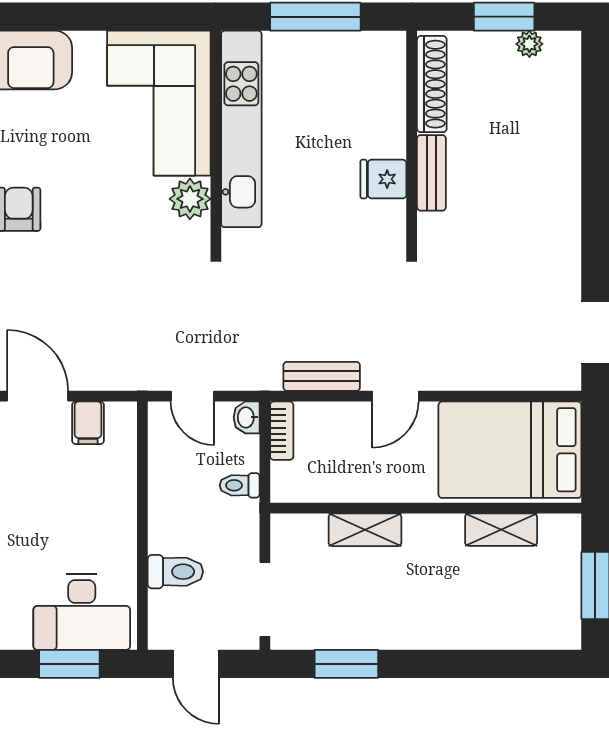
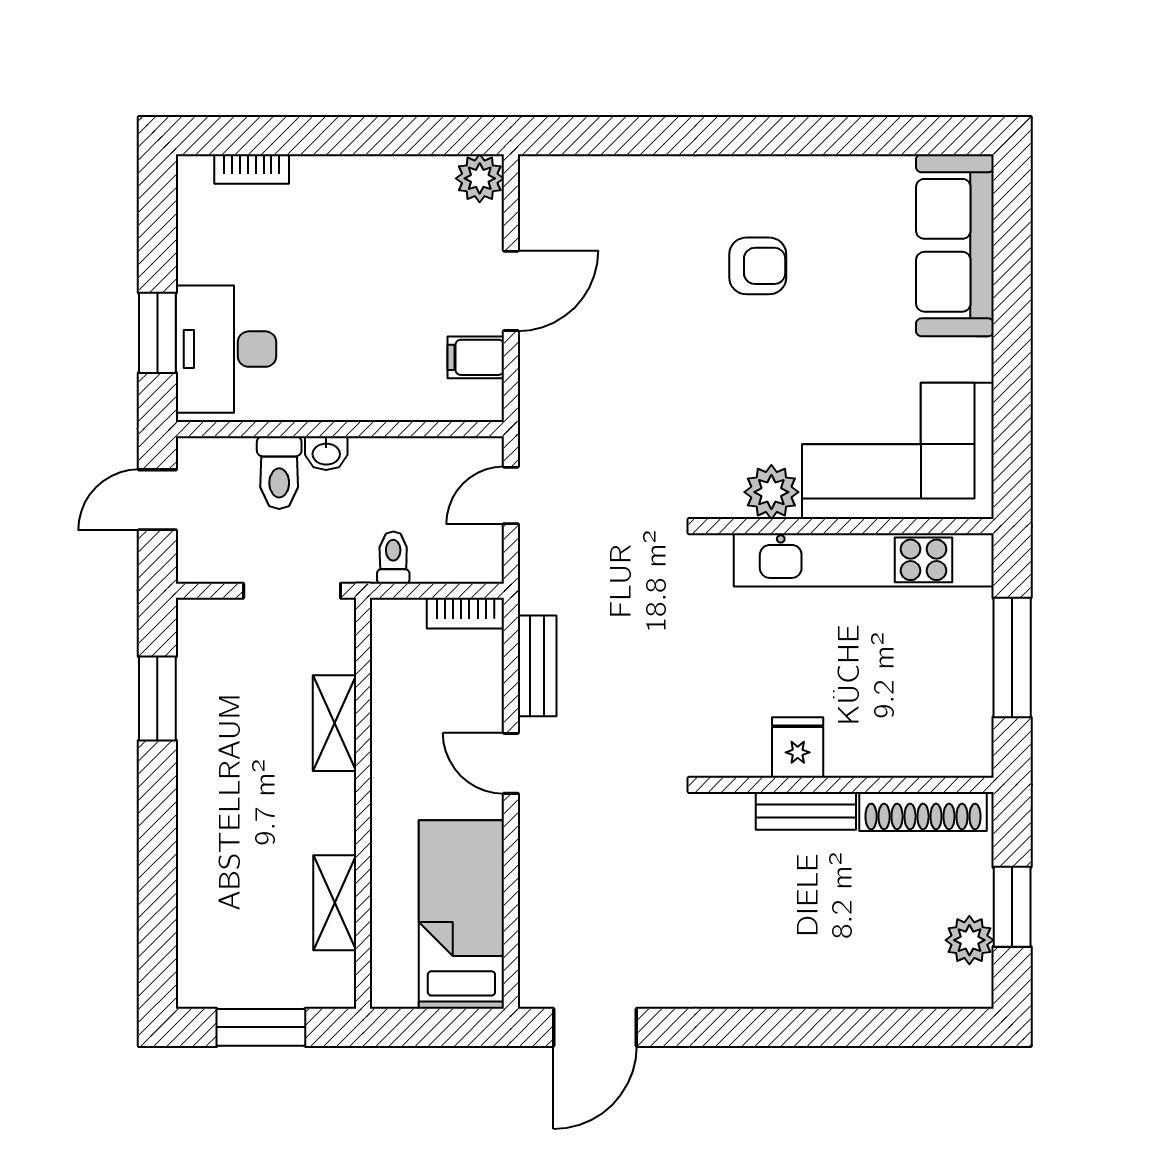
plant: (529, 44) -> (969, 940), width x1.38, depth x1.38
washbasin: (247, 417) -> (326, 453), moved, turned 180
bed: (510, 450) -> (461, 915), width x0.67
doorway: (265, 600) -> (292, 591), moved

